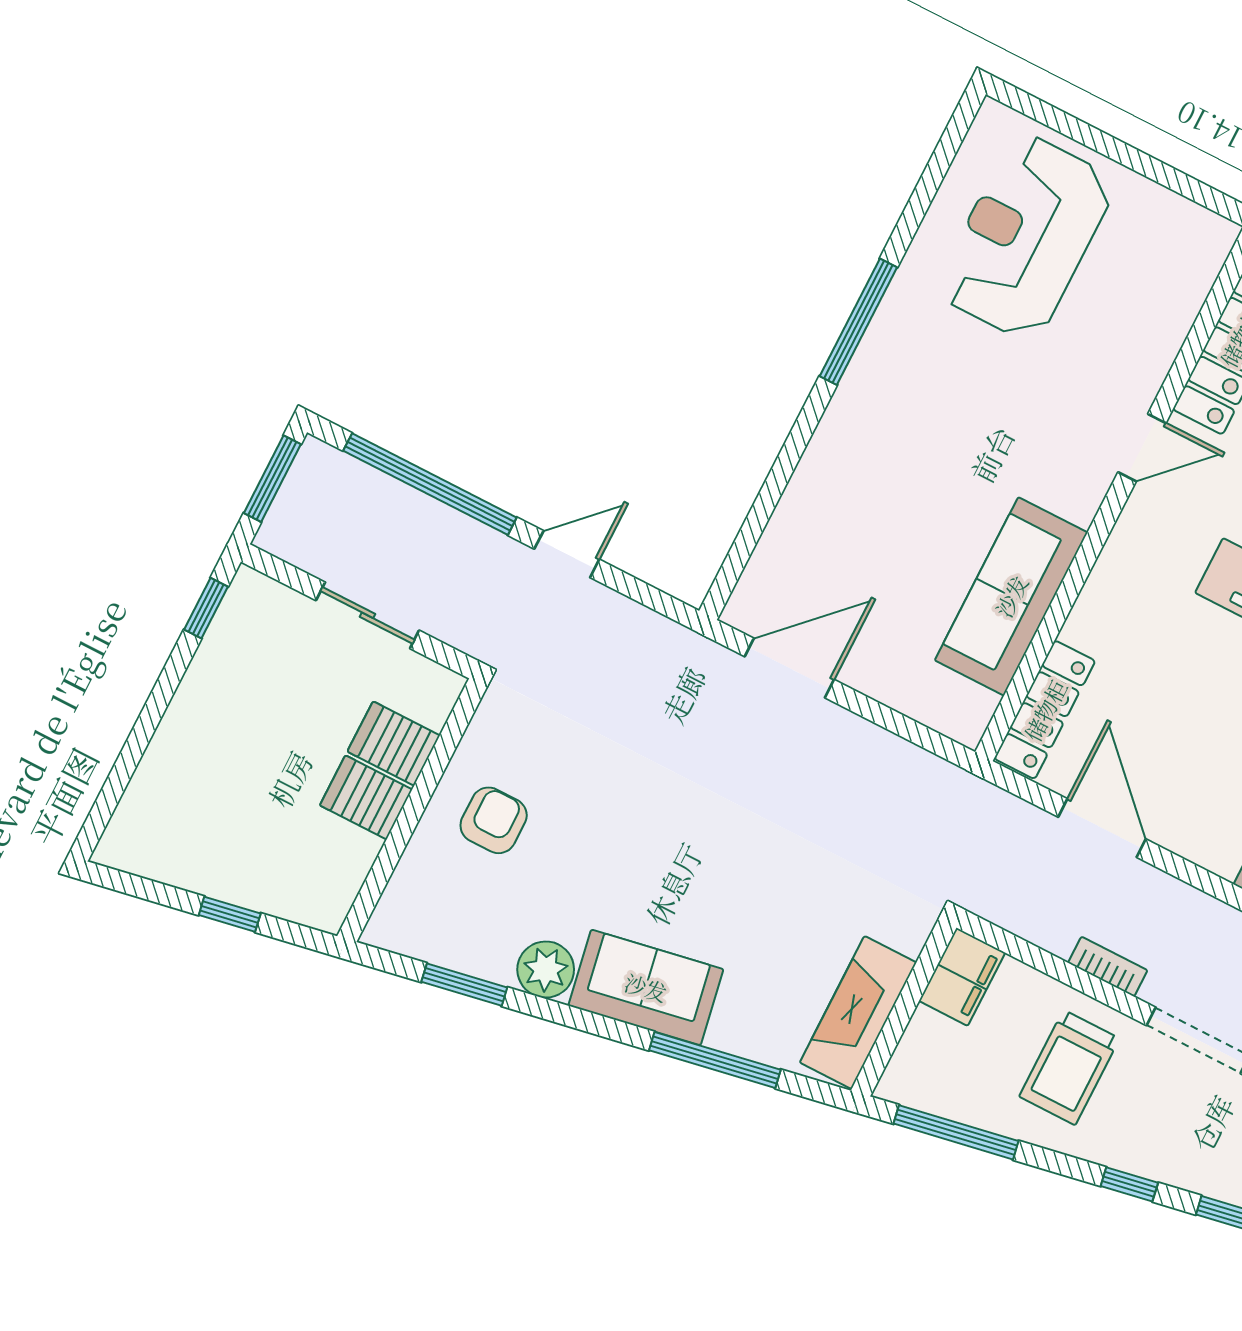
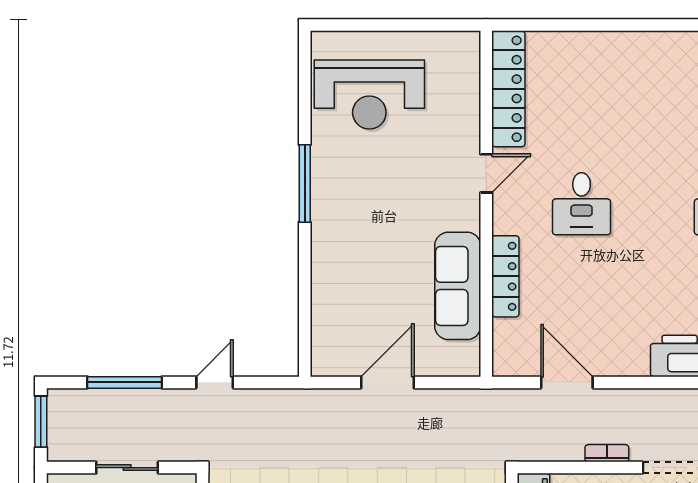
reception desk: (1026, 237) -> (369, 95), turned -90
window: (430, 484) -> (125, 382), width x0.68
door: (789, 668) -> (388, 382), moved
locker: (1045, 710) -> (505, 276), moved

